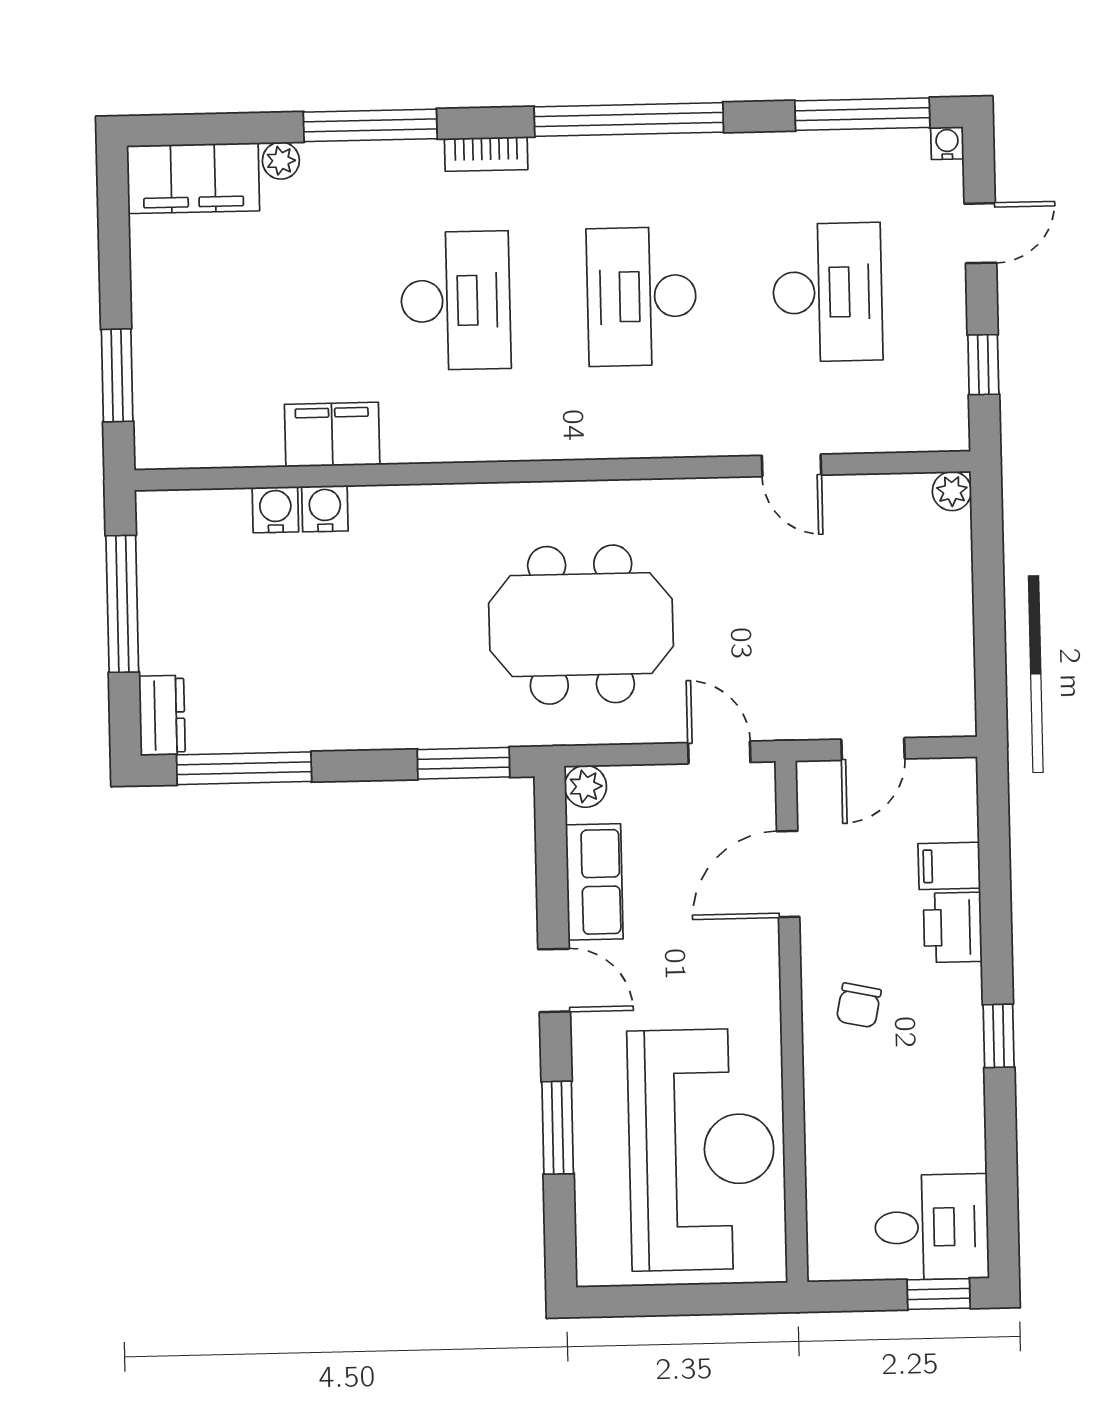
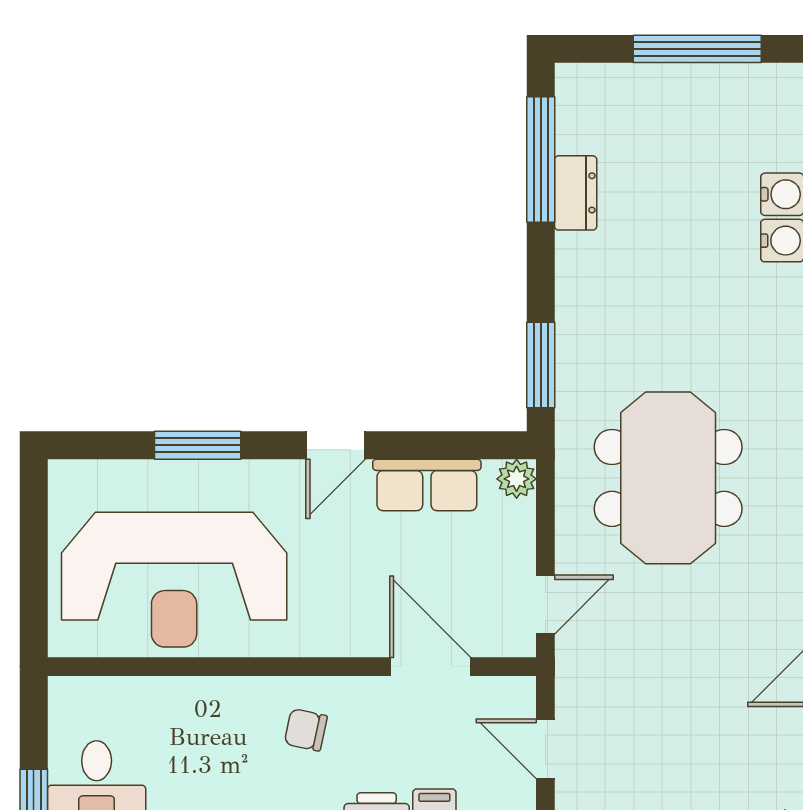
dresser: (162, 715) -> (576, 193), moved, turned -90

